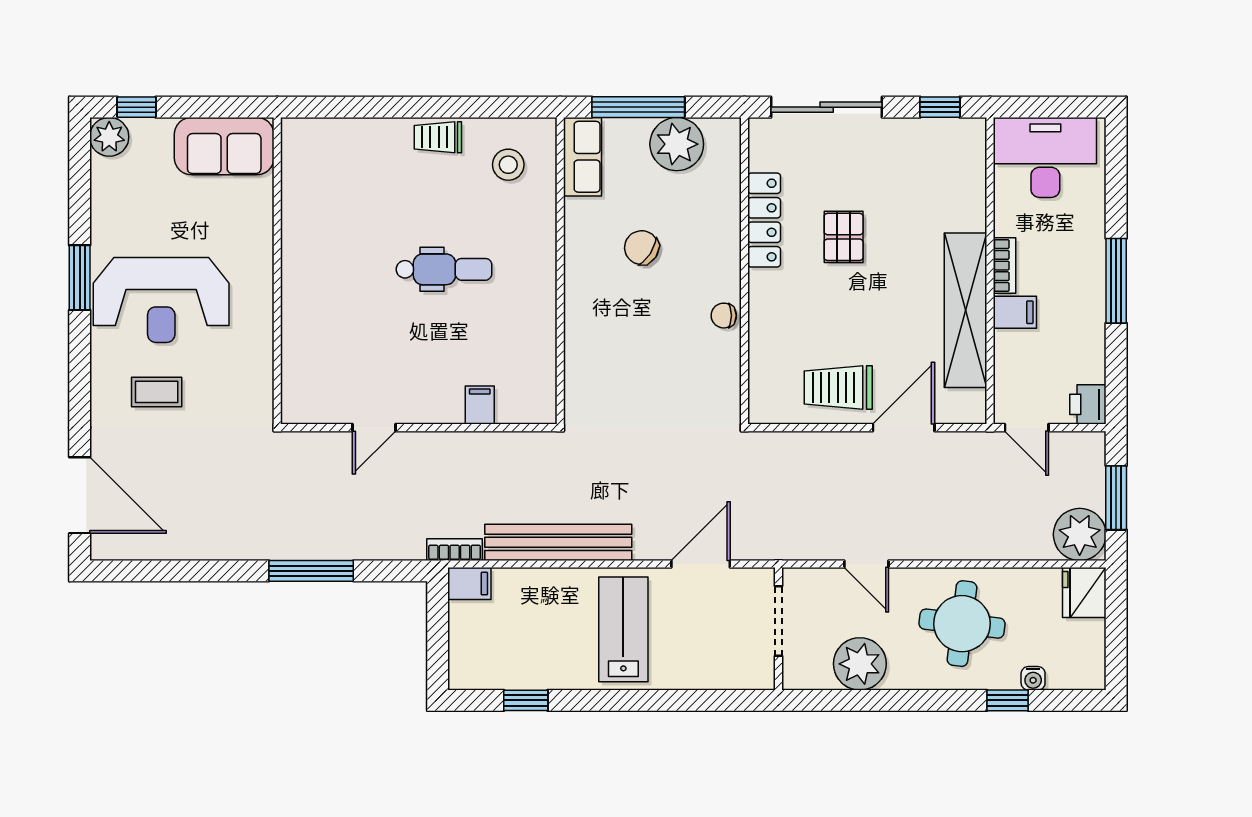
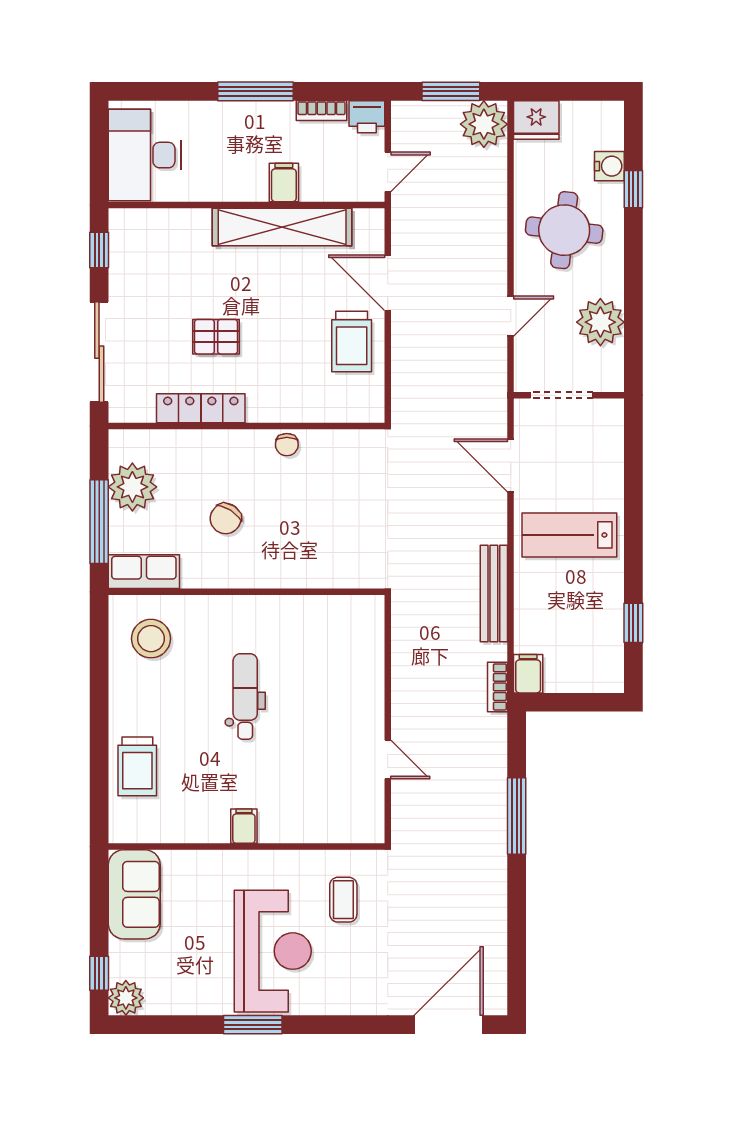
trolley: (438, 137) -> (137, 766), moved, width x1.36, depth x1.39
stool: (508, 165) -> (151, 639), width x1.38, depth x1.38
bookcase: (1004, 266) -> (321, 111), moved, turned 180
coffee table: (157, 392) -> (343, 900), moved
filing cabinet: (480, 405) -> (244, 826), moved, turned 90
bench: (558, 542) -> (494, 594), width x0.73, depth x0.82
water cooler: (1033, 678) -> (609, 166), width x1.38, depth x1.38

